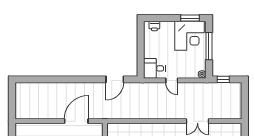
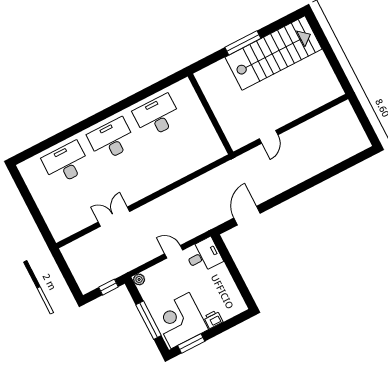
printer: (154, 26) -> (213, 319), moved
door: (76, 121) -> (269, 137), width x0.53

